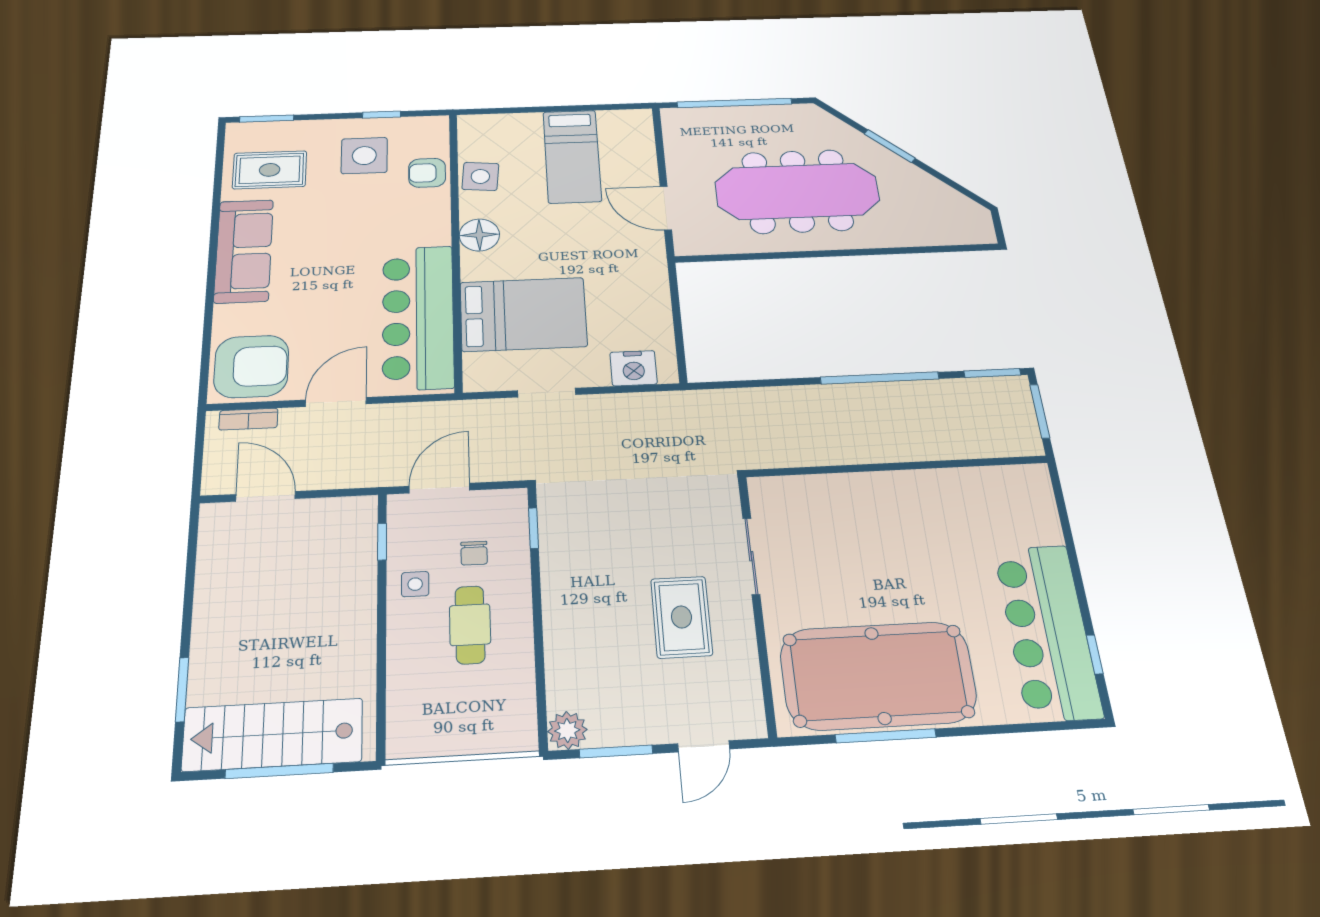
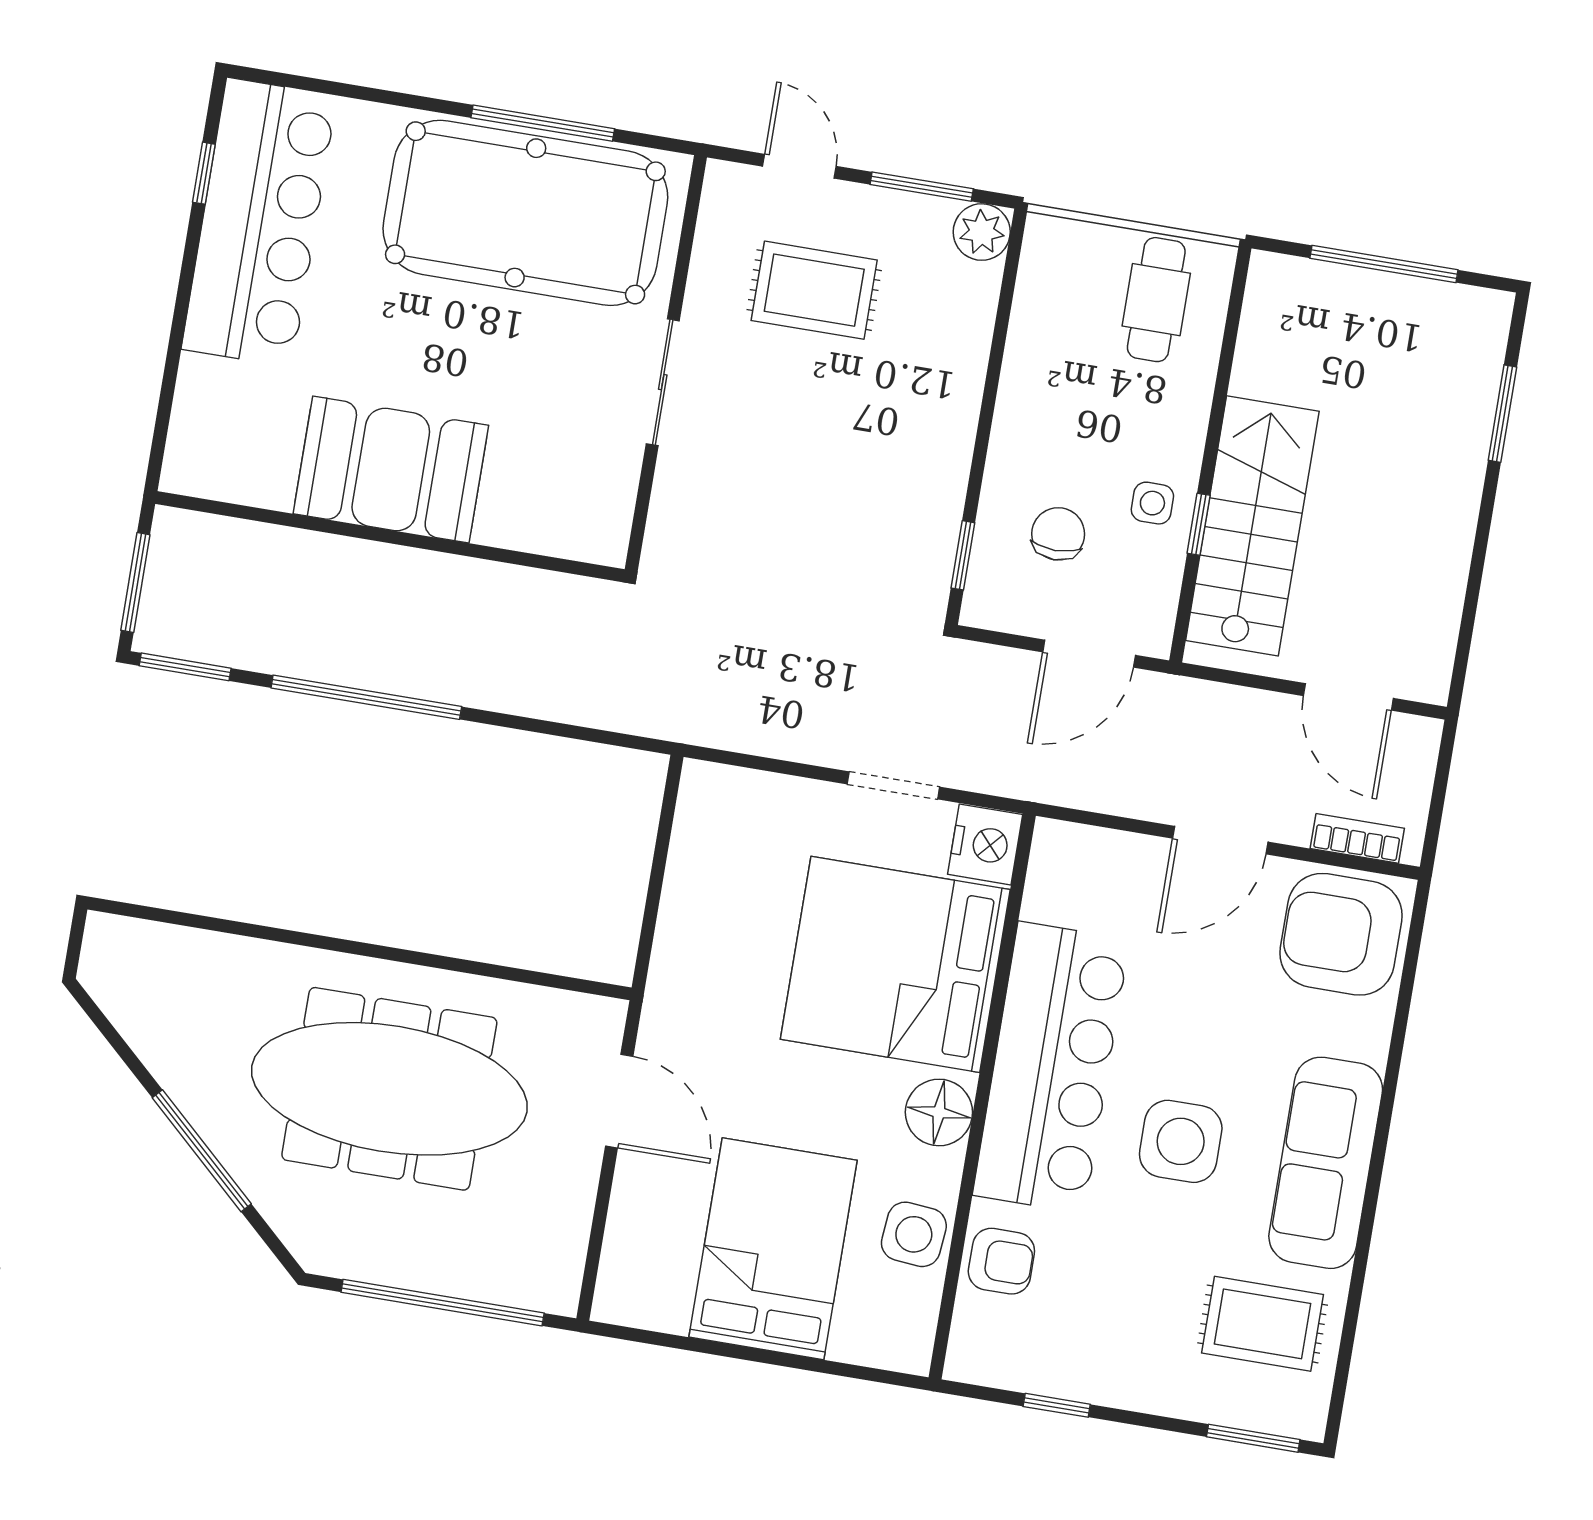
window: (890, 146) -> (202, 1151), width x1.44
side table: (364, 156) -> (1181, 1141), moved
bed: (572, 156) -> (773, 1249), width x1.50
bed: (523, 314) -> (895, 964), width x1.36
bar counter: (418, 317) -> (1051, 1067), moved
nightstand: (634, 368) -> (985, 844), moved, turned 90
booth: (910, 504) -> (391, 470), added
window: (382, 542) -> (1199, 524), moved
chair: (474, 553) -> (1058, 534), width x1.37, depth x1.37
sliding door: (751, 556) -> (663, 382), moved
rug: (681, 617) -> (814, 290), moved, turned 90
cafe table: (470, 625) -> (1156, 300), moved
stairs: (273, 735) -> (1252, 526), moved, turned -90
door: (704, 746) -> (799, 166), hinge flipped

